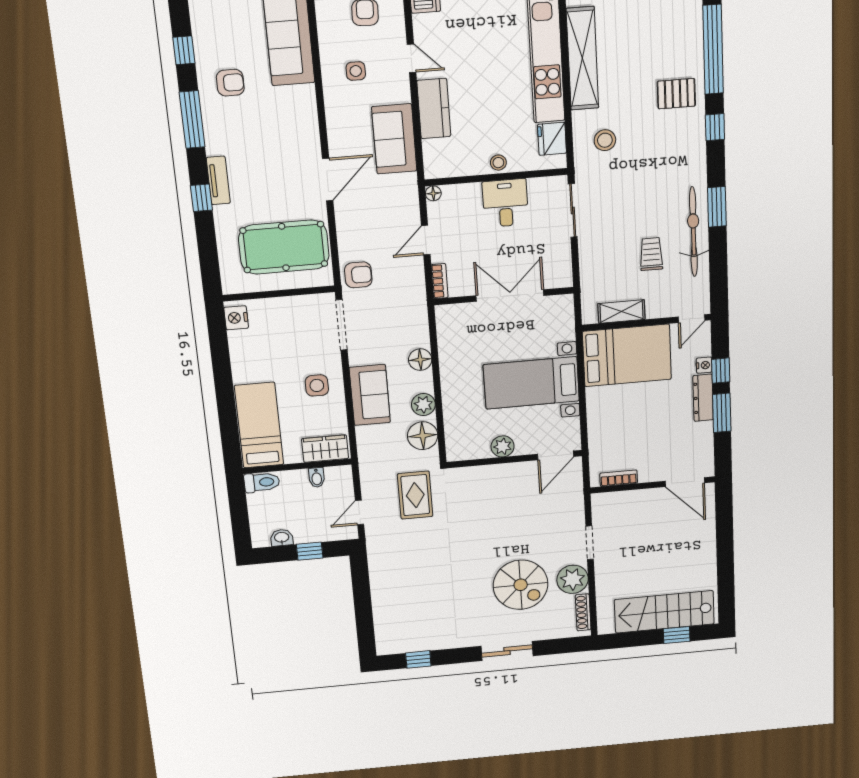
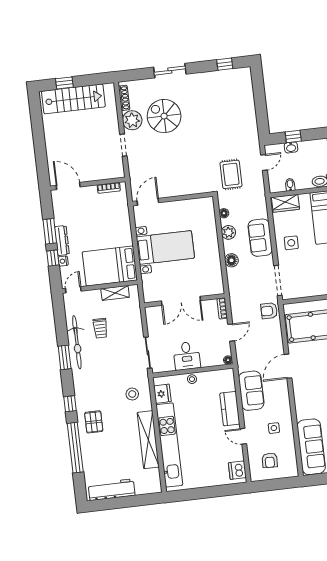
pallet: (676, 94) -> (94, 422), turned 90
floor lamp: (423, 436) -> (224, 213), width x0.53, depth x0.53
plant: (503, 446) -> (180, 207), removed
washbasin: (282, 538) -> (291, 147), moved

